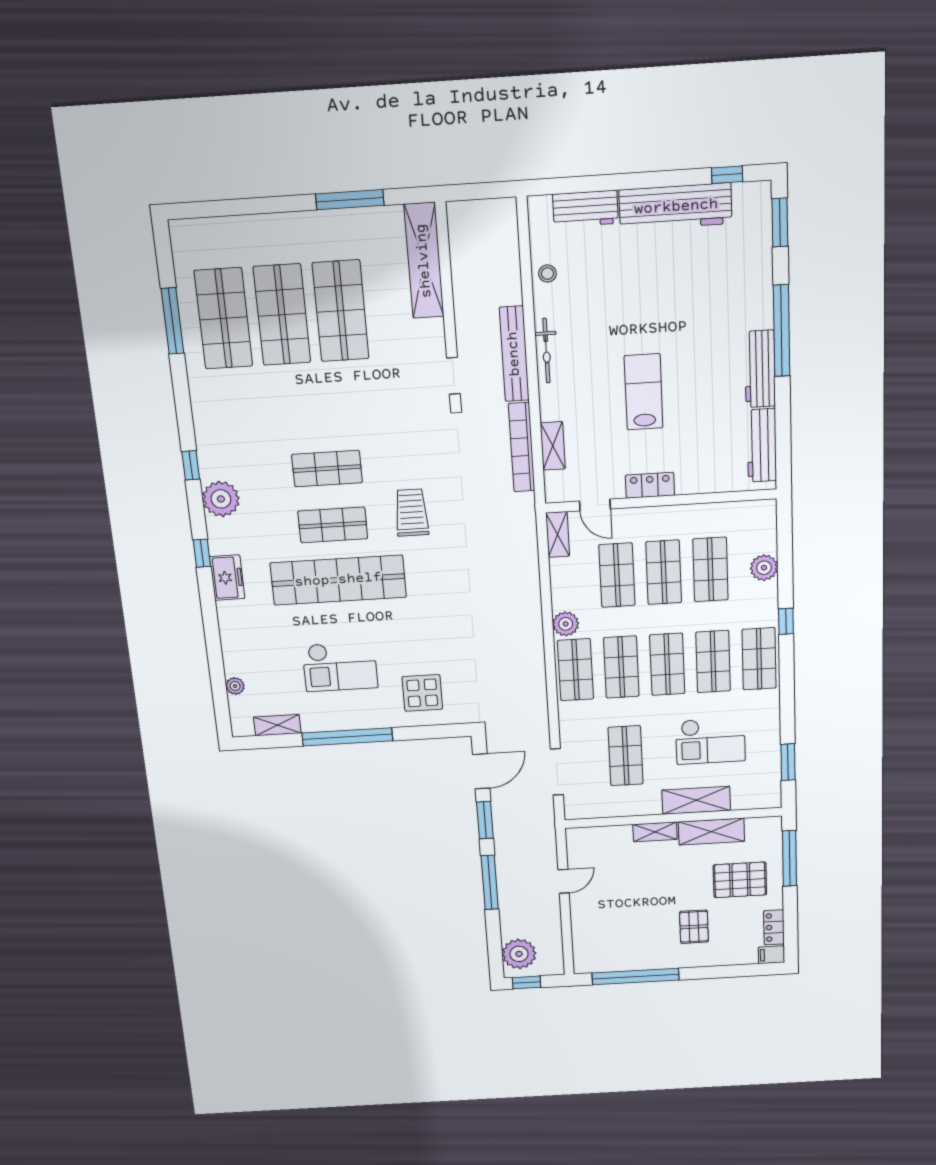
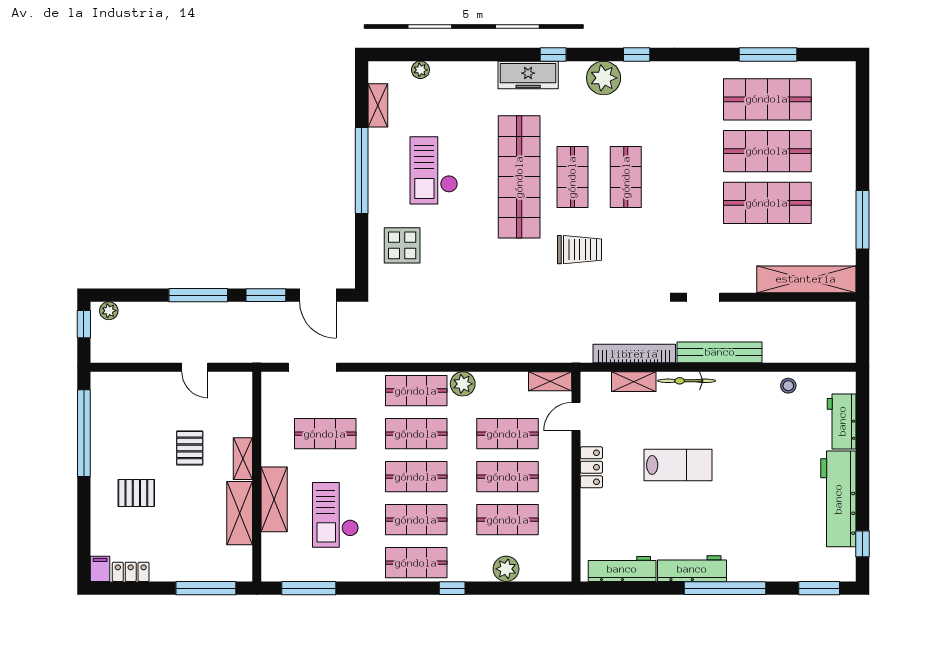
bicycle: (546, 351) -> (687, 381), moved
freezer: (227, 578) -> (528, 75), width x1.40
window: (788, 762) -> (309, 588), width x1.44
pallet: (740, 880) -> (190, 448), moved, width x0.67, depth x0.71
plant: (519, 954) -> (109, 311), width x0.53, depth x0.53

